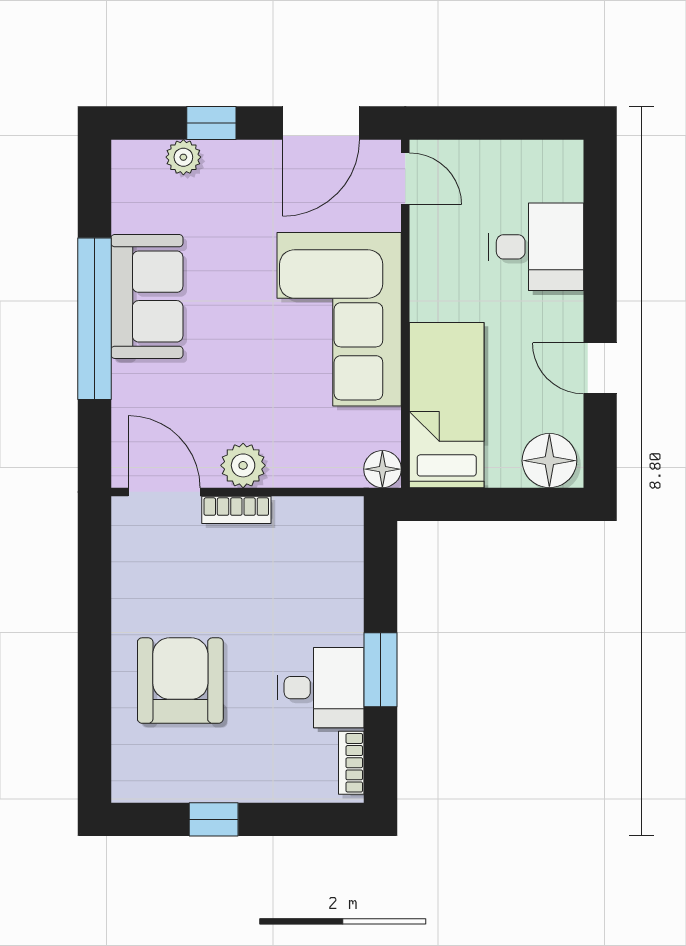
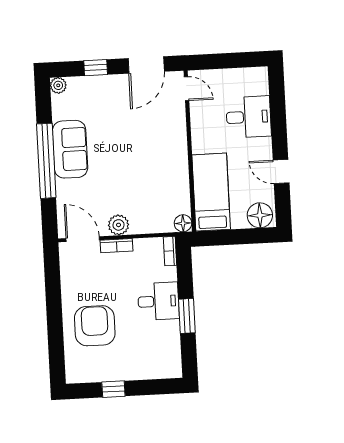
plant: (183, 157) -> (58, 85), moved
corner sofa: (339, 319) -> (159, 155), removed
desk: (321, 688) -> (158, 301), moved
bookcase: (351, 763) -> (170, 251), moved

